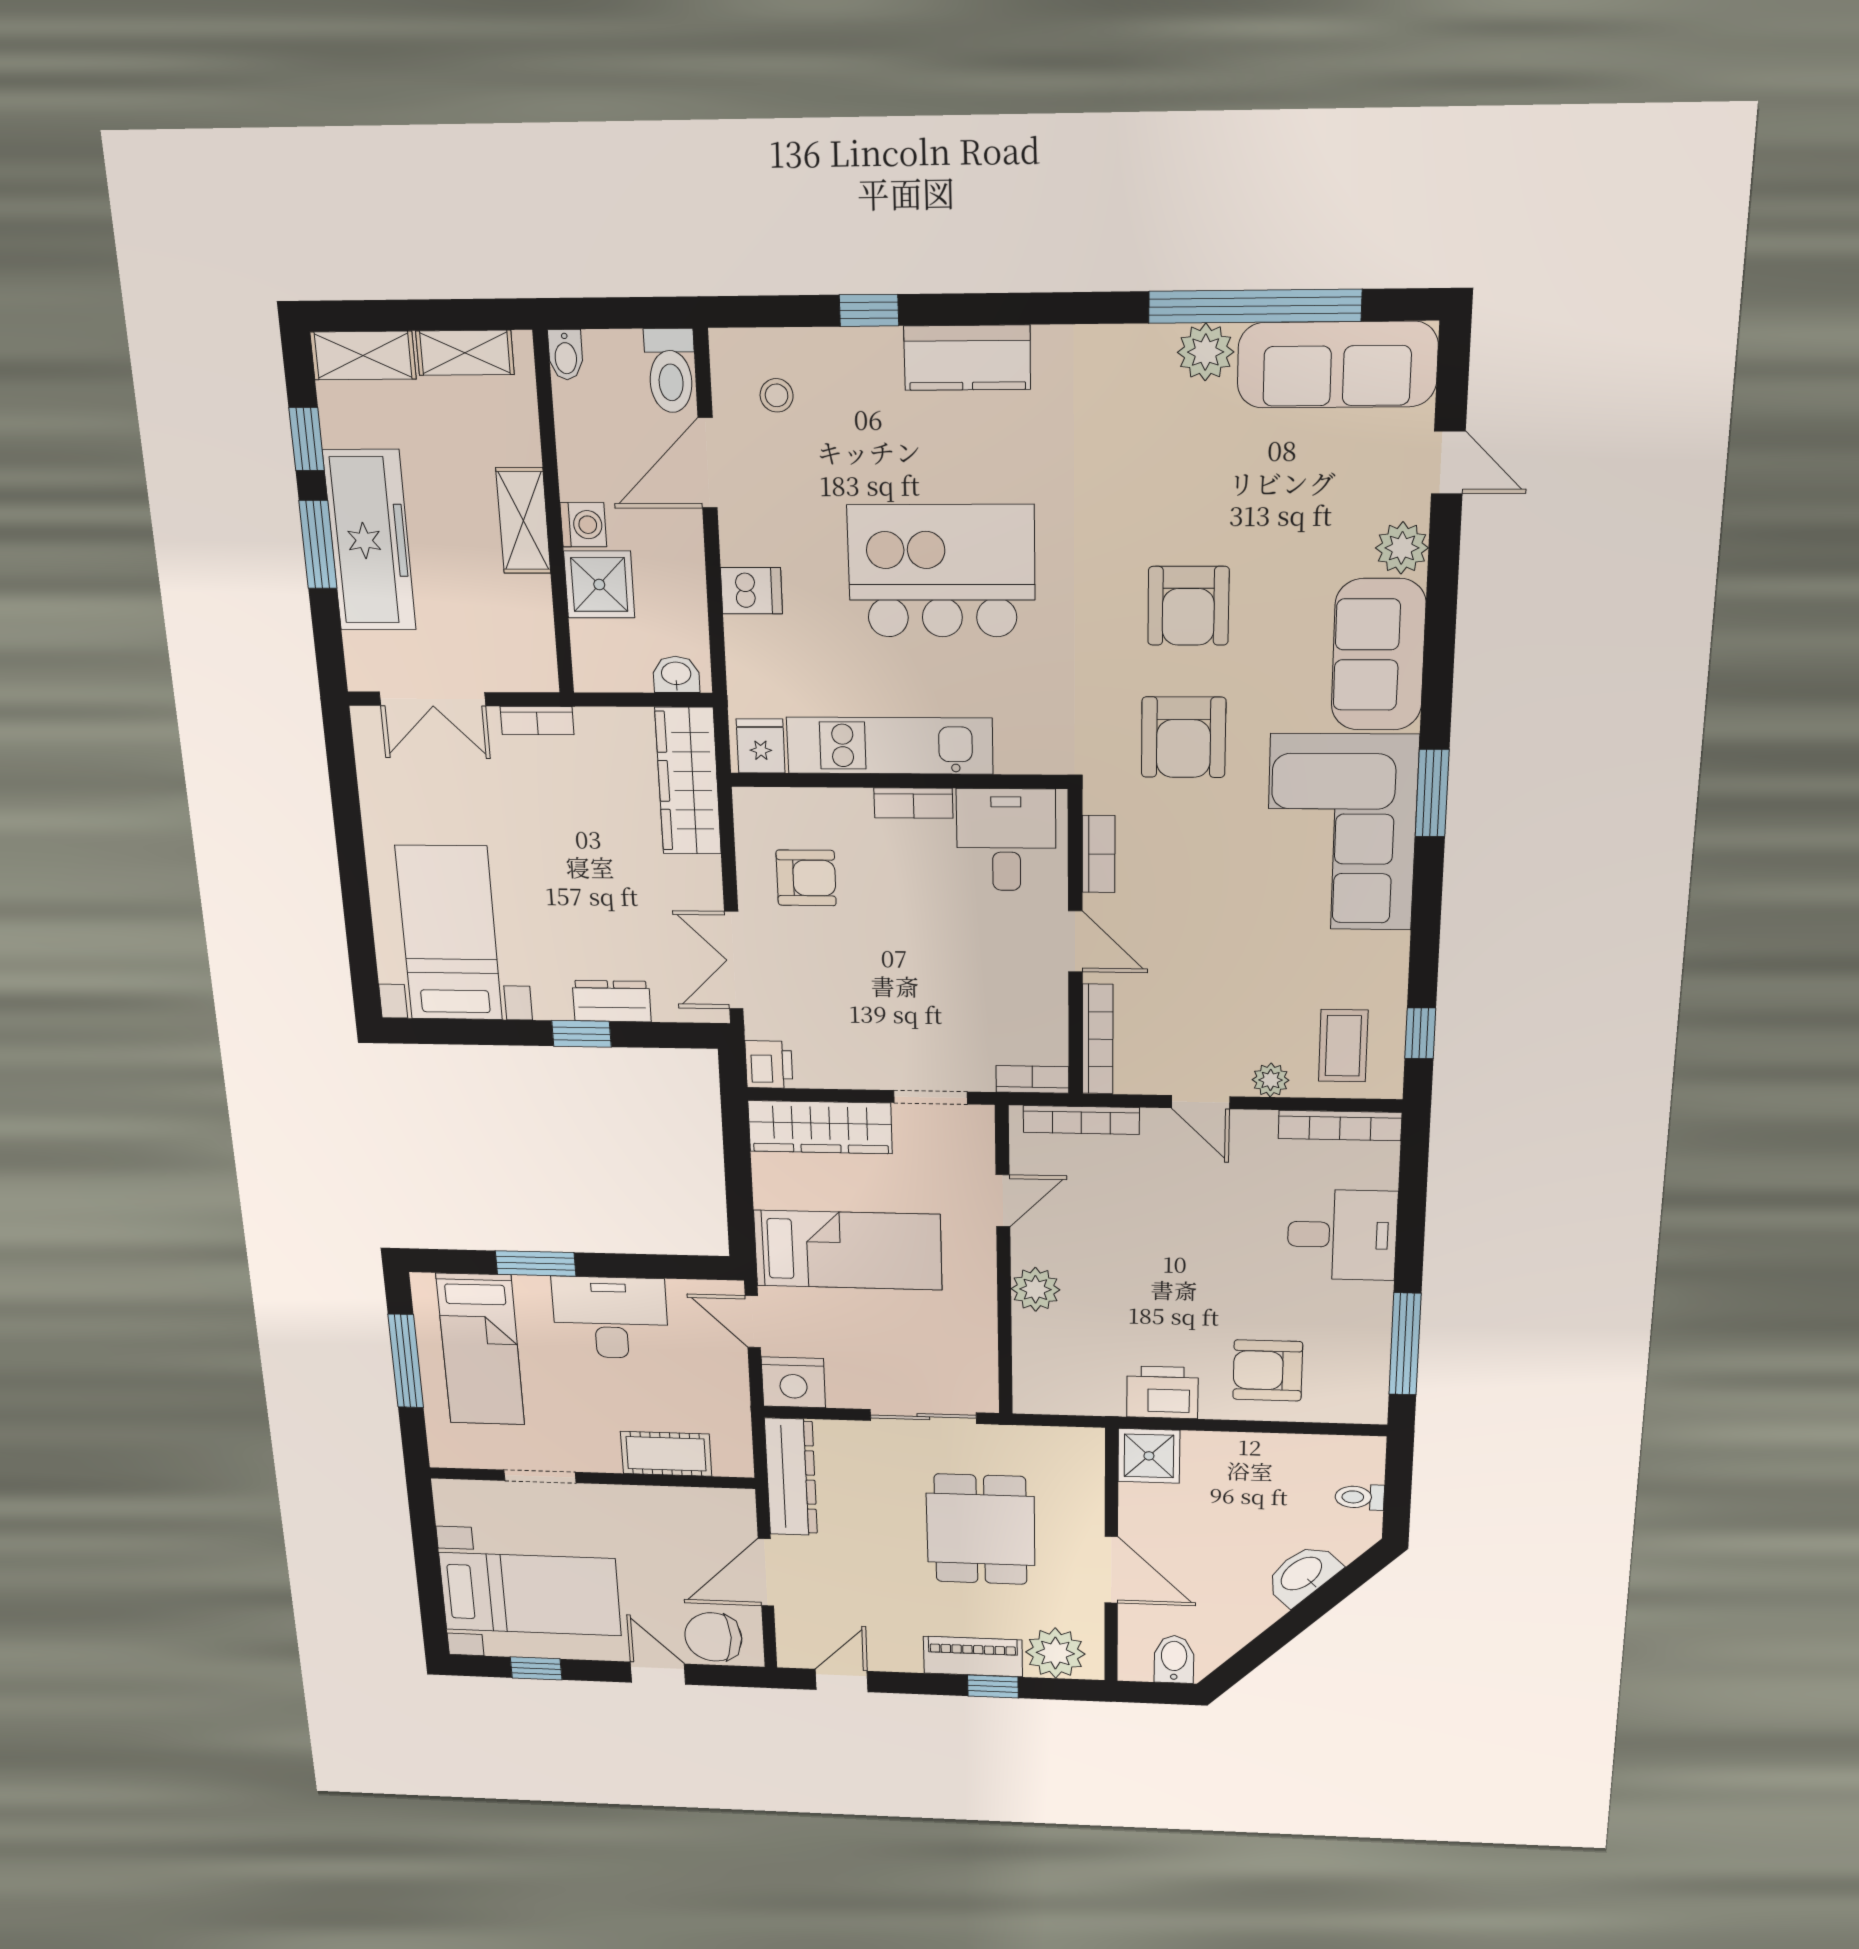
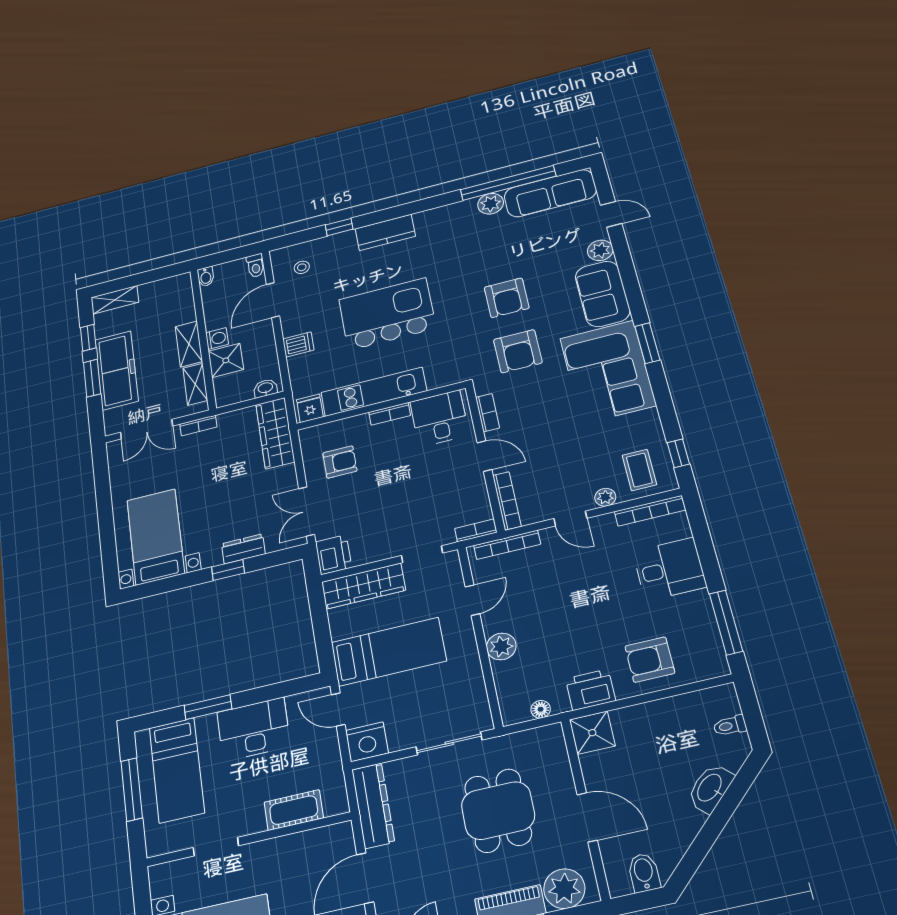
shelving: (465, 353) -> (195, 384), moved, turned 90
toilet: (670, 371) -> (255, 266), width x0.73, depth x0.72
printer: (769, 1065) -> (333, 555), width x1.36, depth x1.24
floor lamp: (1077, 1402) -> (541, 709), added

